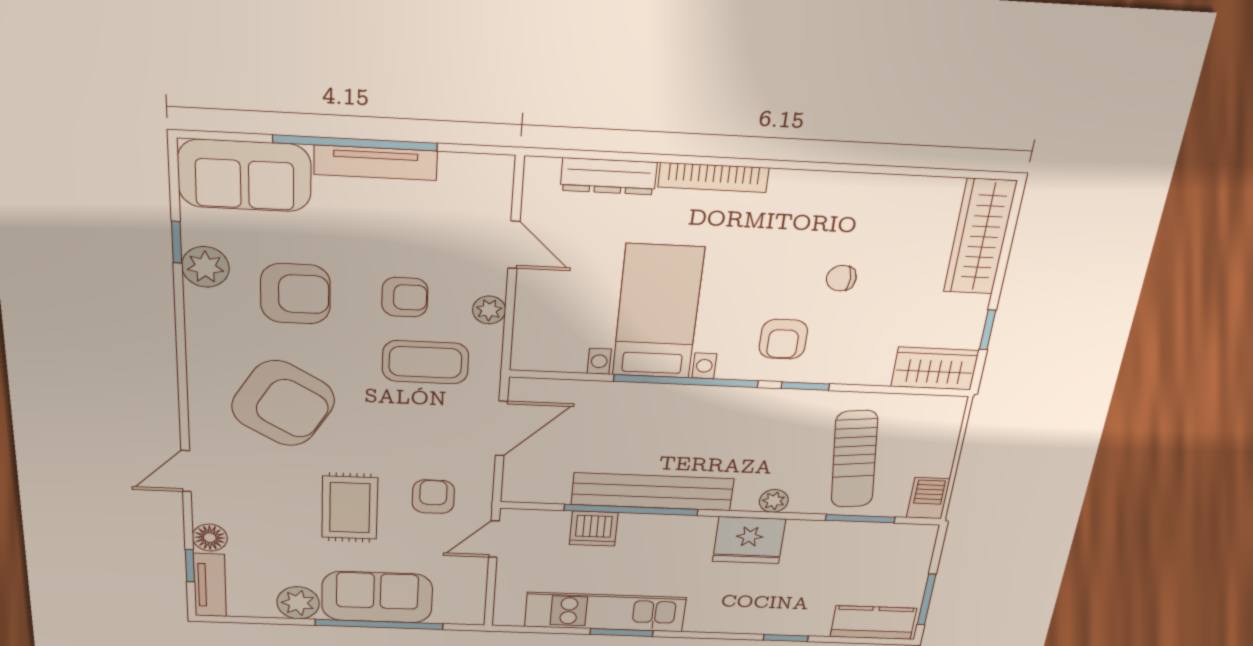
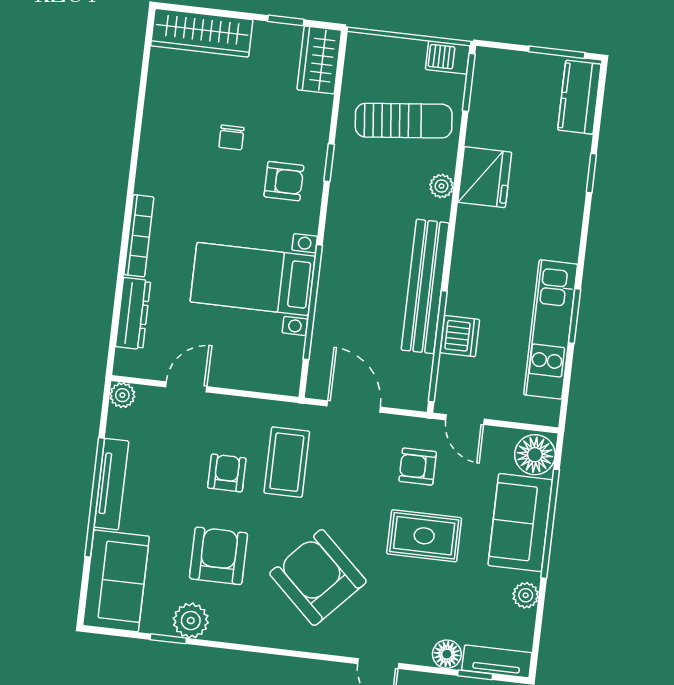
plant: (489, 310) -> (122, 395), moved
window: (686, 381) -> (313, 302), moved
armchair: (283, 403) -> (318, 577), turned -78
window: (631, 510) -> (438, 346), moved
window: (860, 519) -> (469, 82), moved
fridge: (749, 540) -> (485, 177), moved
plant: (298, 603) -> (526, 595), width x0.73, depth x0.73
floor lamp: (458, 606) -> (535, 455), added

